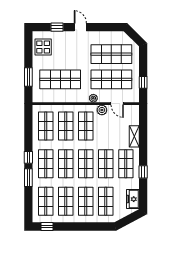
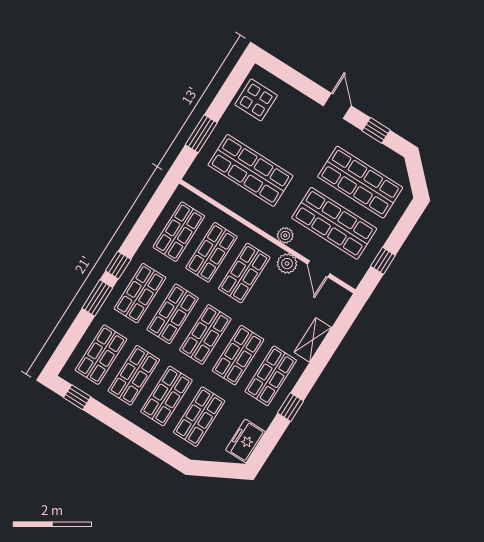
window: (57, 27) -> (376, 130), moved

